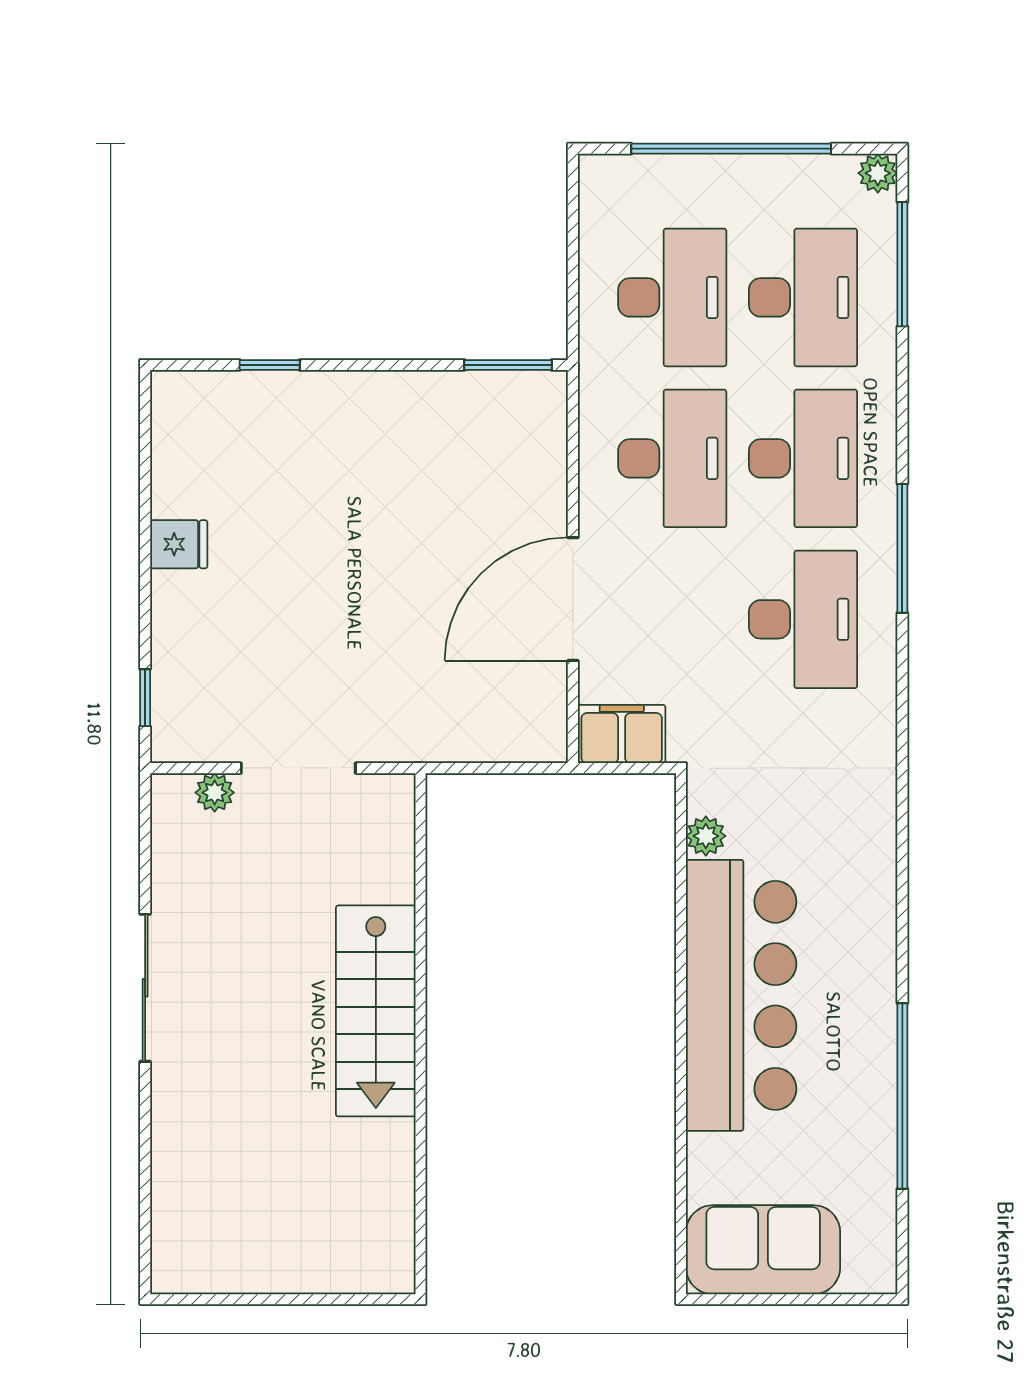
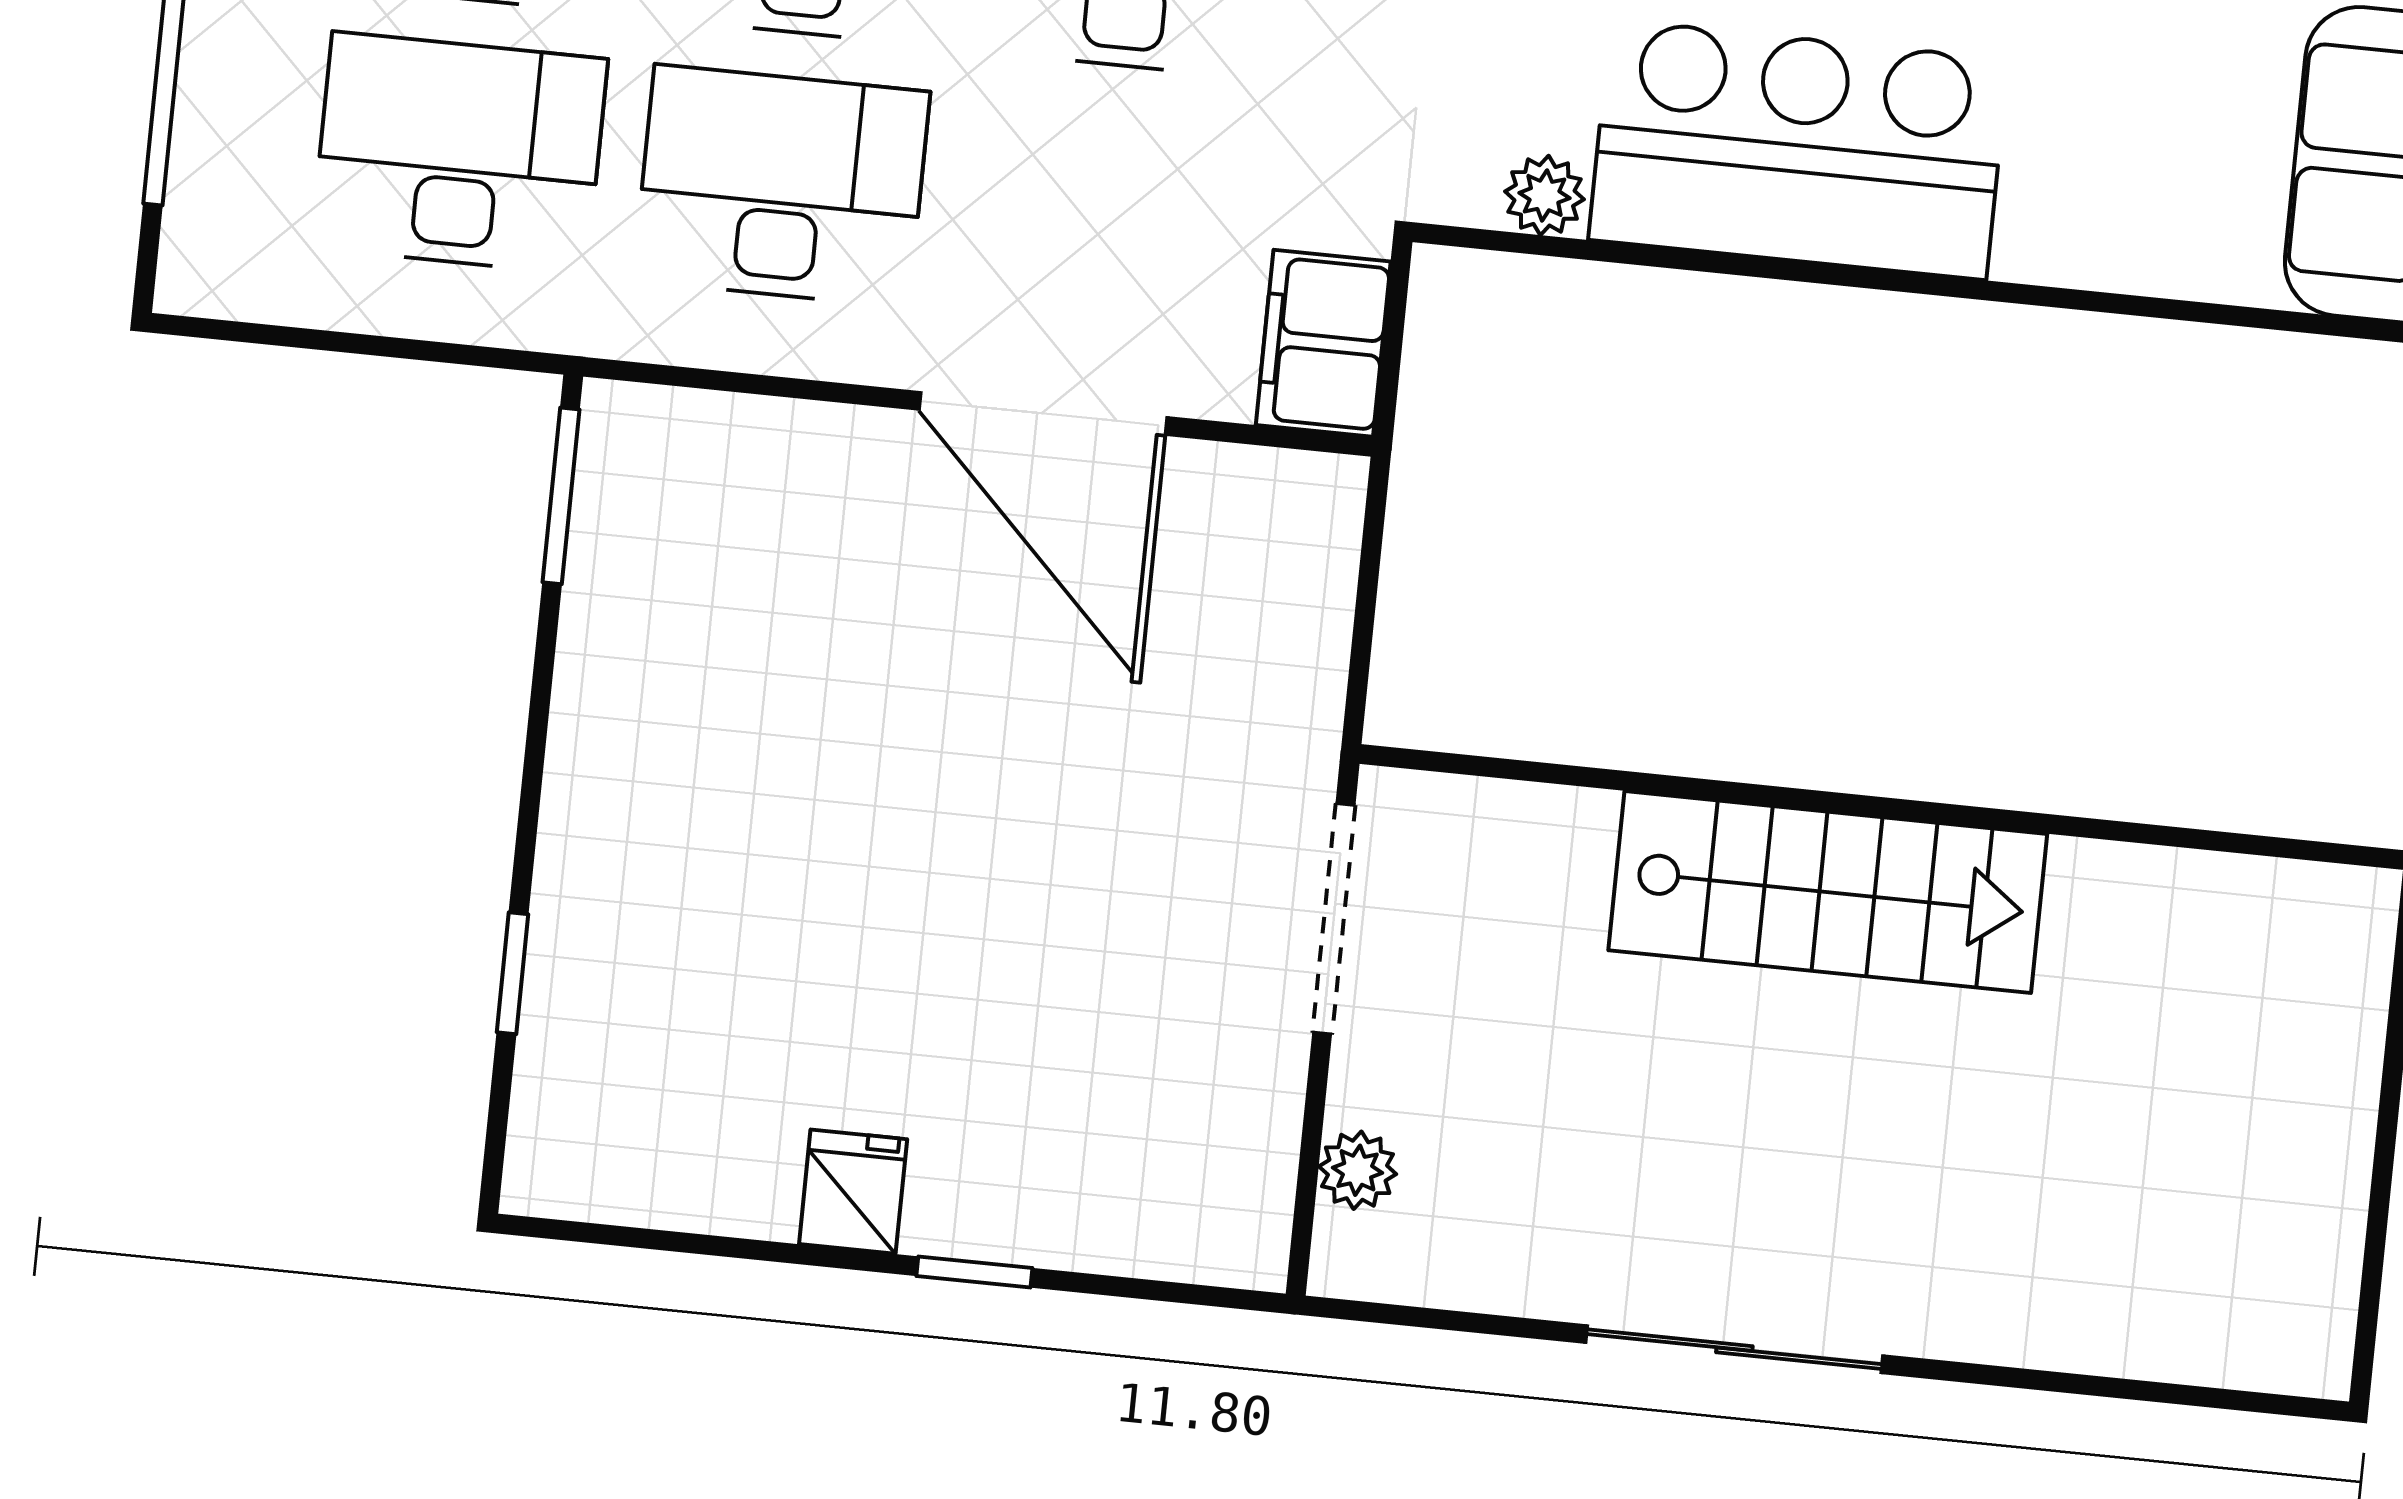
window: (145, 698) -> (974, 1272), moved
doorway: (298, 768) -> (1334, 919), moved
bar counter: (741, 995) -> (1798, 150), width x0.73

